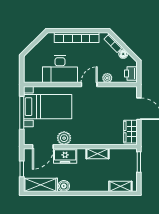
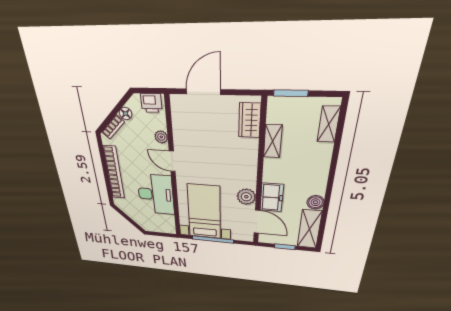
wardrobe: (131, 132) -> (250, 120), moved, turned 90
shelving: (97, 154) -> (273, 141), moved

